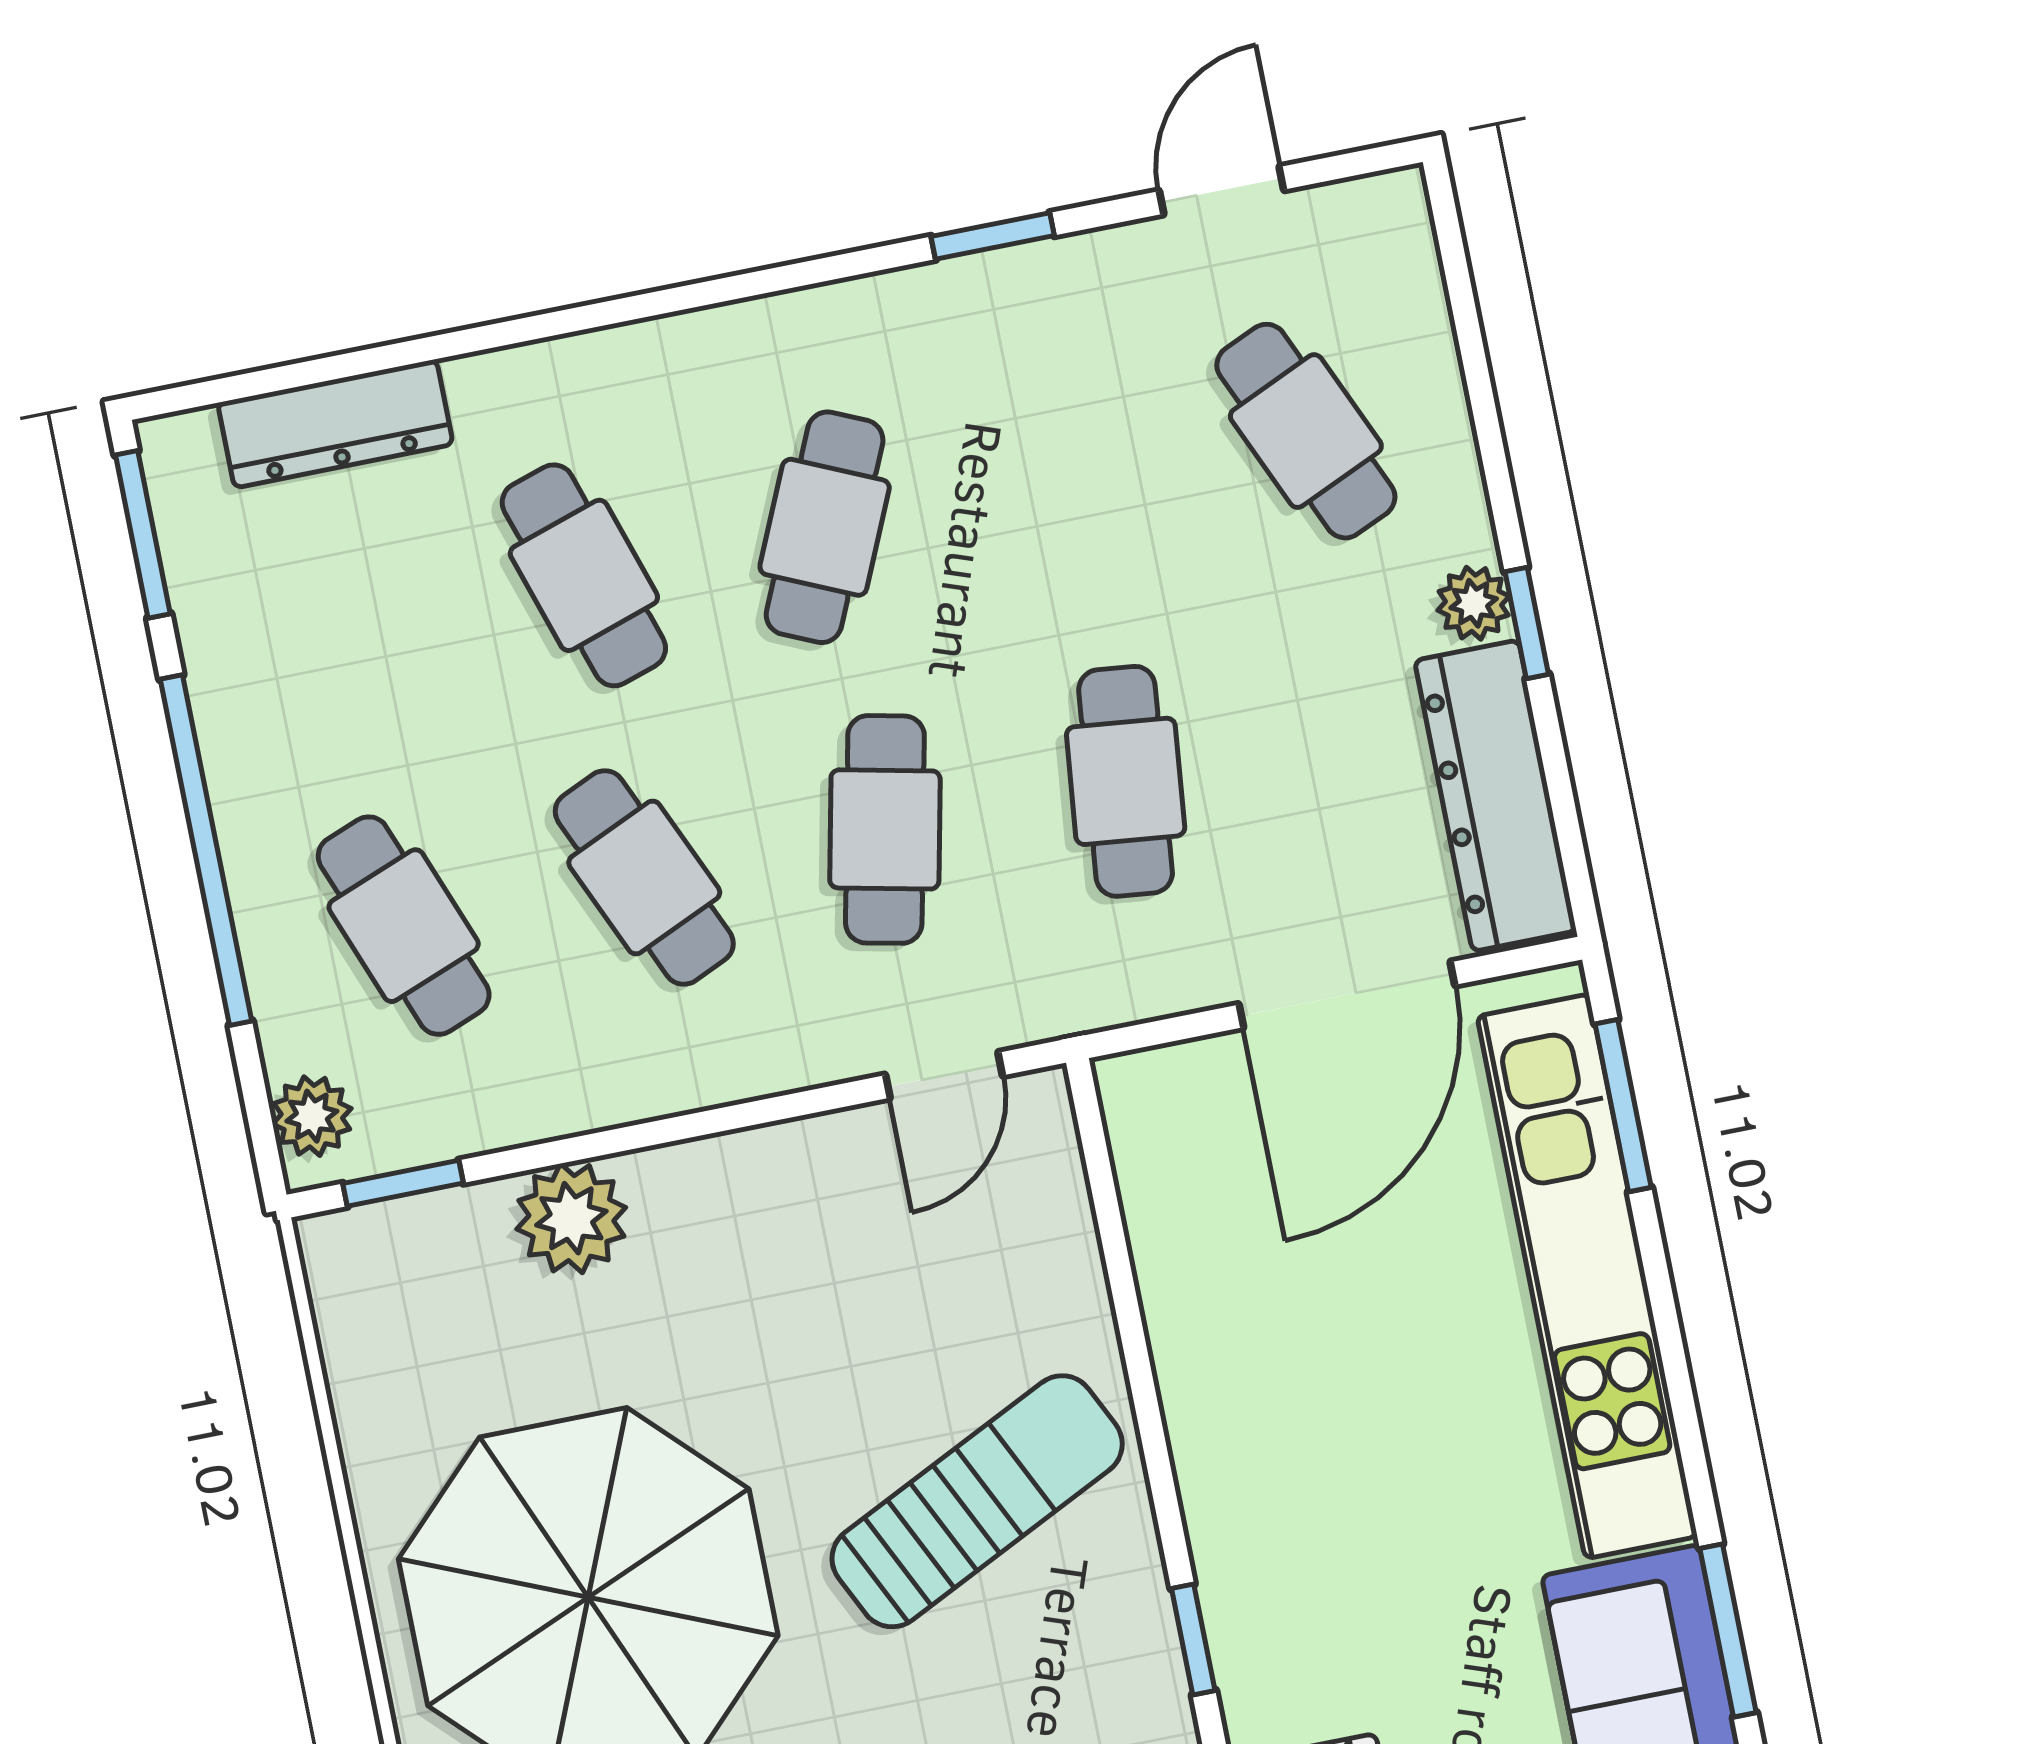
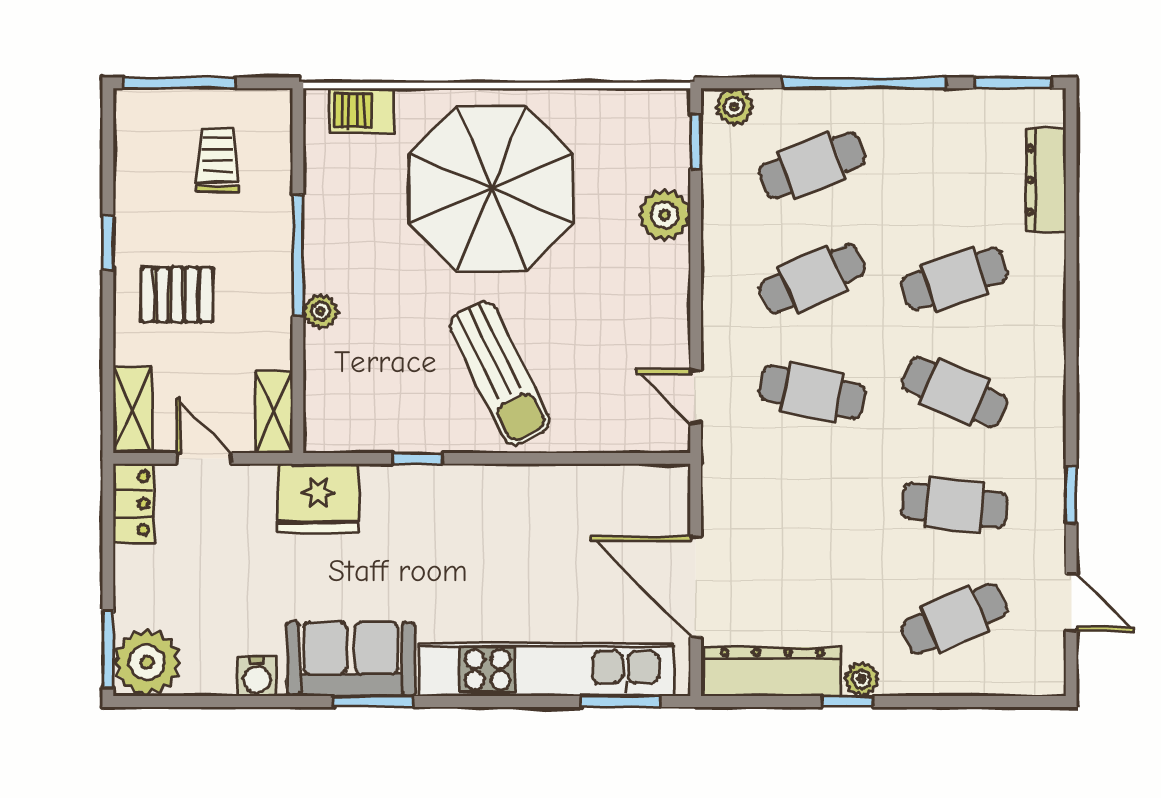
cafe table: (1126, 781) -> (955, 505), moved

